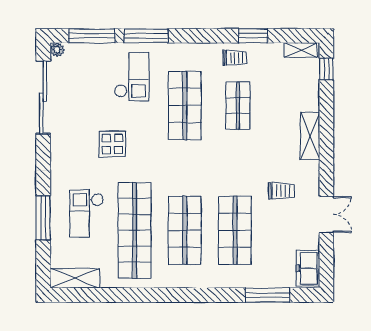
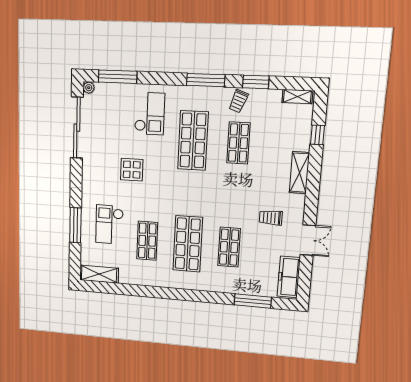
window: (146, 36) -> (206, 80), moved
trolley: (235, 58) -> (238, 101), turned 110
window: (326, 69) -> (317, 135), moved
trolley: (281, 191) -> (271, 218), turned 180
shop shelf: (135, 230) -> (147, 241), width x0.50, depth x0.74
shop shelf: (235, 230) -> (229, 247), width x0.70, depth x0.74
freezer: (308, 268) -> (289, 277), width x1.40

